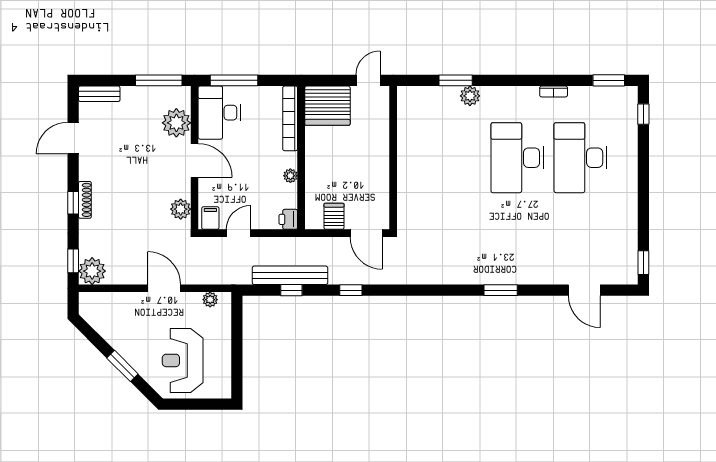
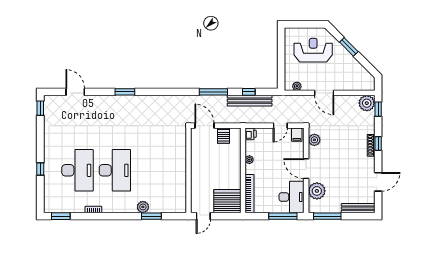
bench: (99, 94) -> (358, 208), width x1.36
window: (643, 114) -> (40, 169), moved
window: (351, 290) -> (213, 92), width x2.17
reception desk: (183, 360) -> (313, 50), turned -90

